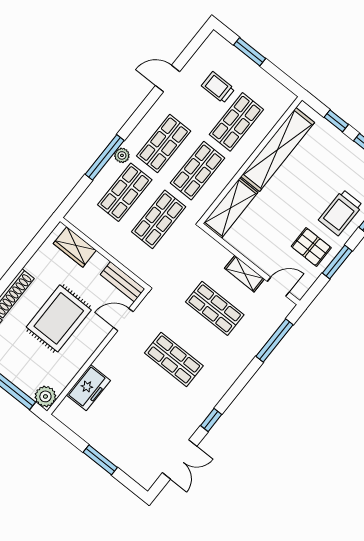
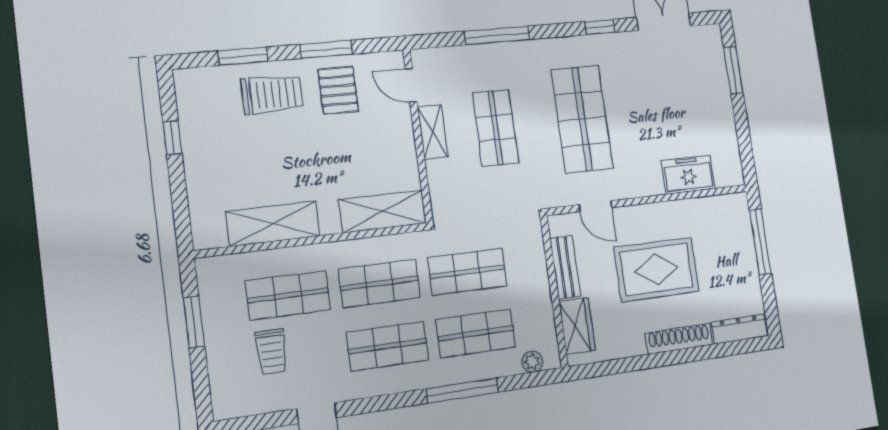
window: (250, 52) -> (194, 322), moved
window: (336, 121) -> (179, 193), removed
shelving: (278, 149) -> (273, 224), width x0.68
plant: (122, 155) -> (532, 362), moved
bench: (122, 282) -> (565, 267), moved
window: (274, 341) -> (497, 35), moved
shop shelf: (174, 359) -> (582, 119), width x1.43, depth x1.36
plant: (45, 396) -> (735, 207), removed
window: (100, 460) -> (733, 70), moved

